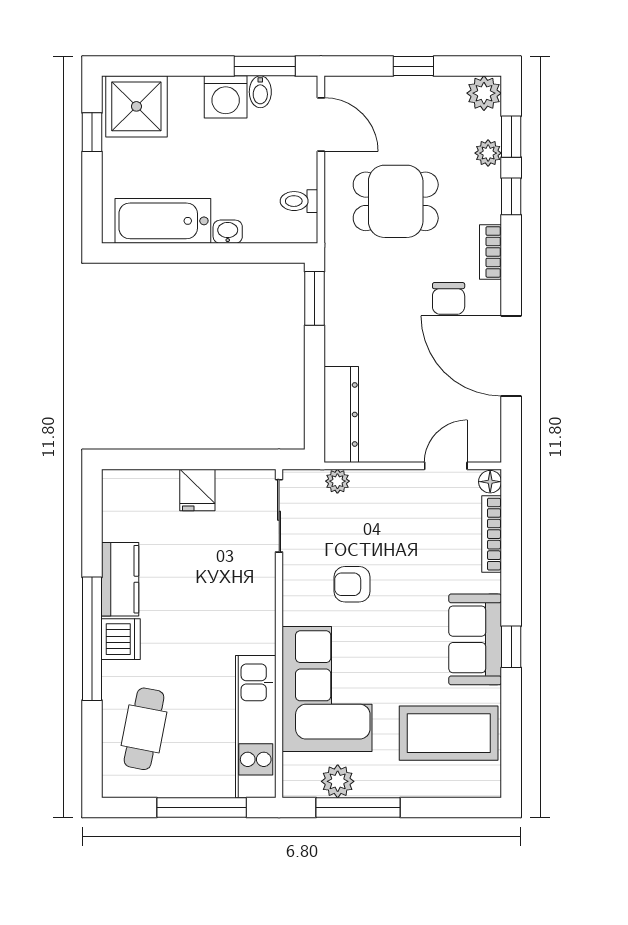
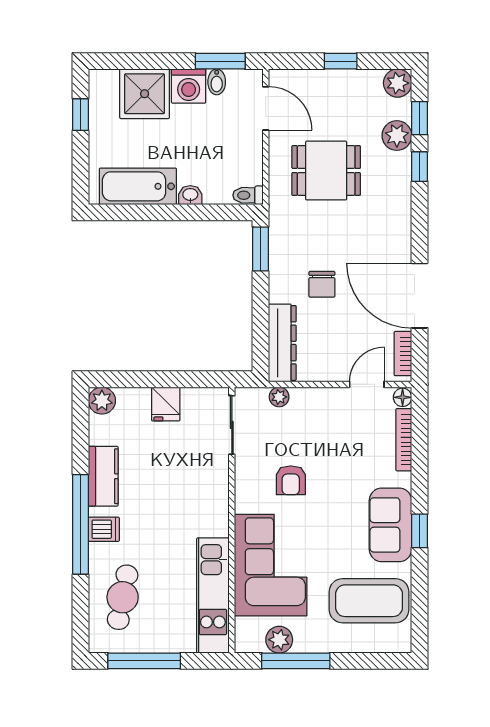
shower: (136, 106) -> (145, 94), moved
plant: (488, 153) -> (397, 136), width x1.38, depth x1.38
toilet: (299, 201) -> (248, 195), moved
bookcase: (491, 252) -> (403, 354), moved
chair: (449, 298) -> (322, 284), moved
plant: (118, 486) -> (102, 401), added
armchair: (352, 584) -> (291, 480), turned -90
dishwasher: (121, 639) -> (104, 529), width x0.73
window: (202, 808) -> (144, 661), moved

